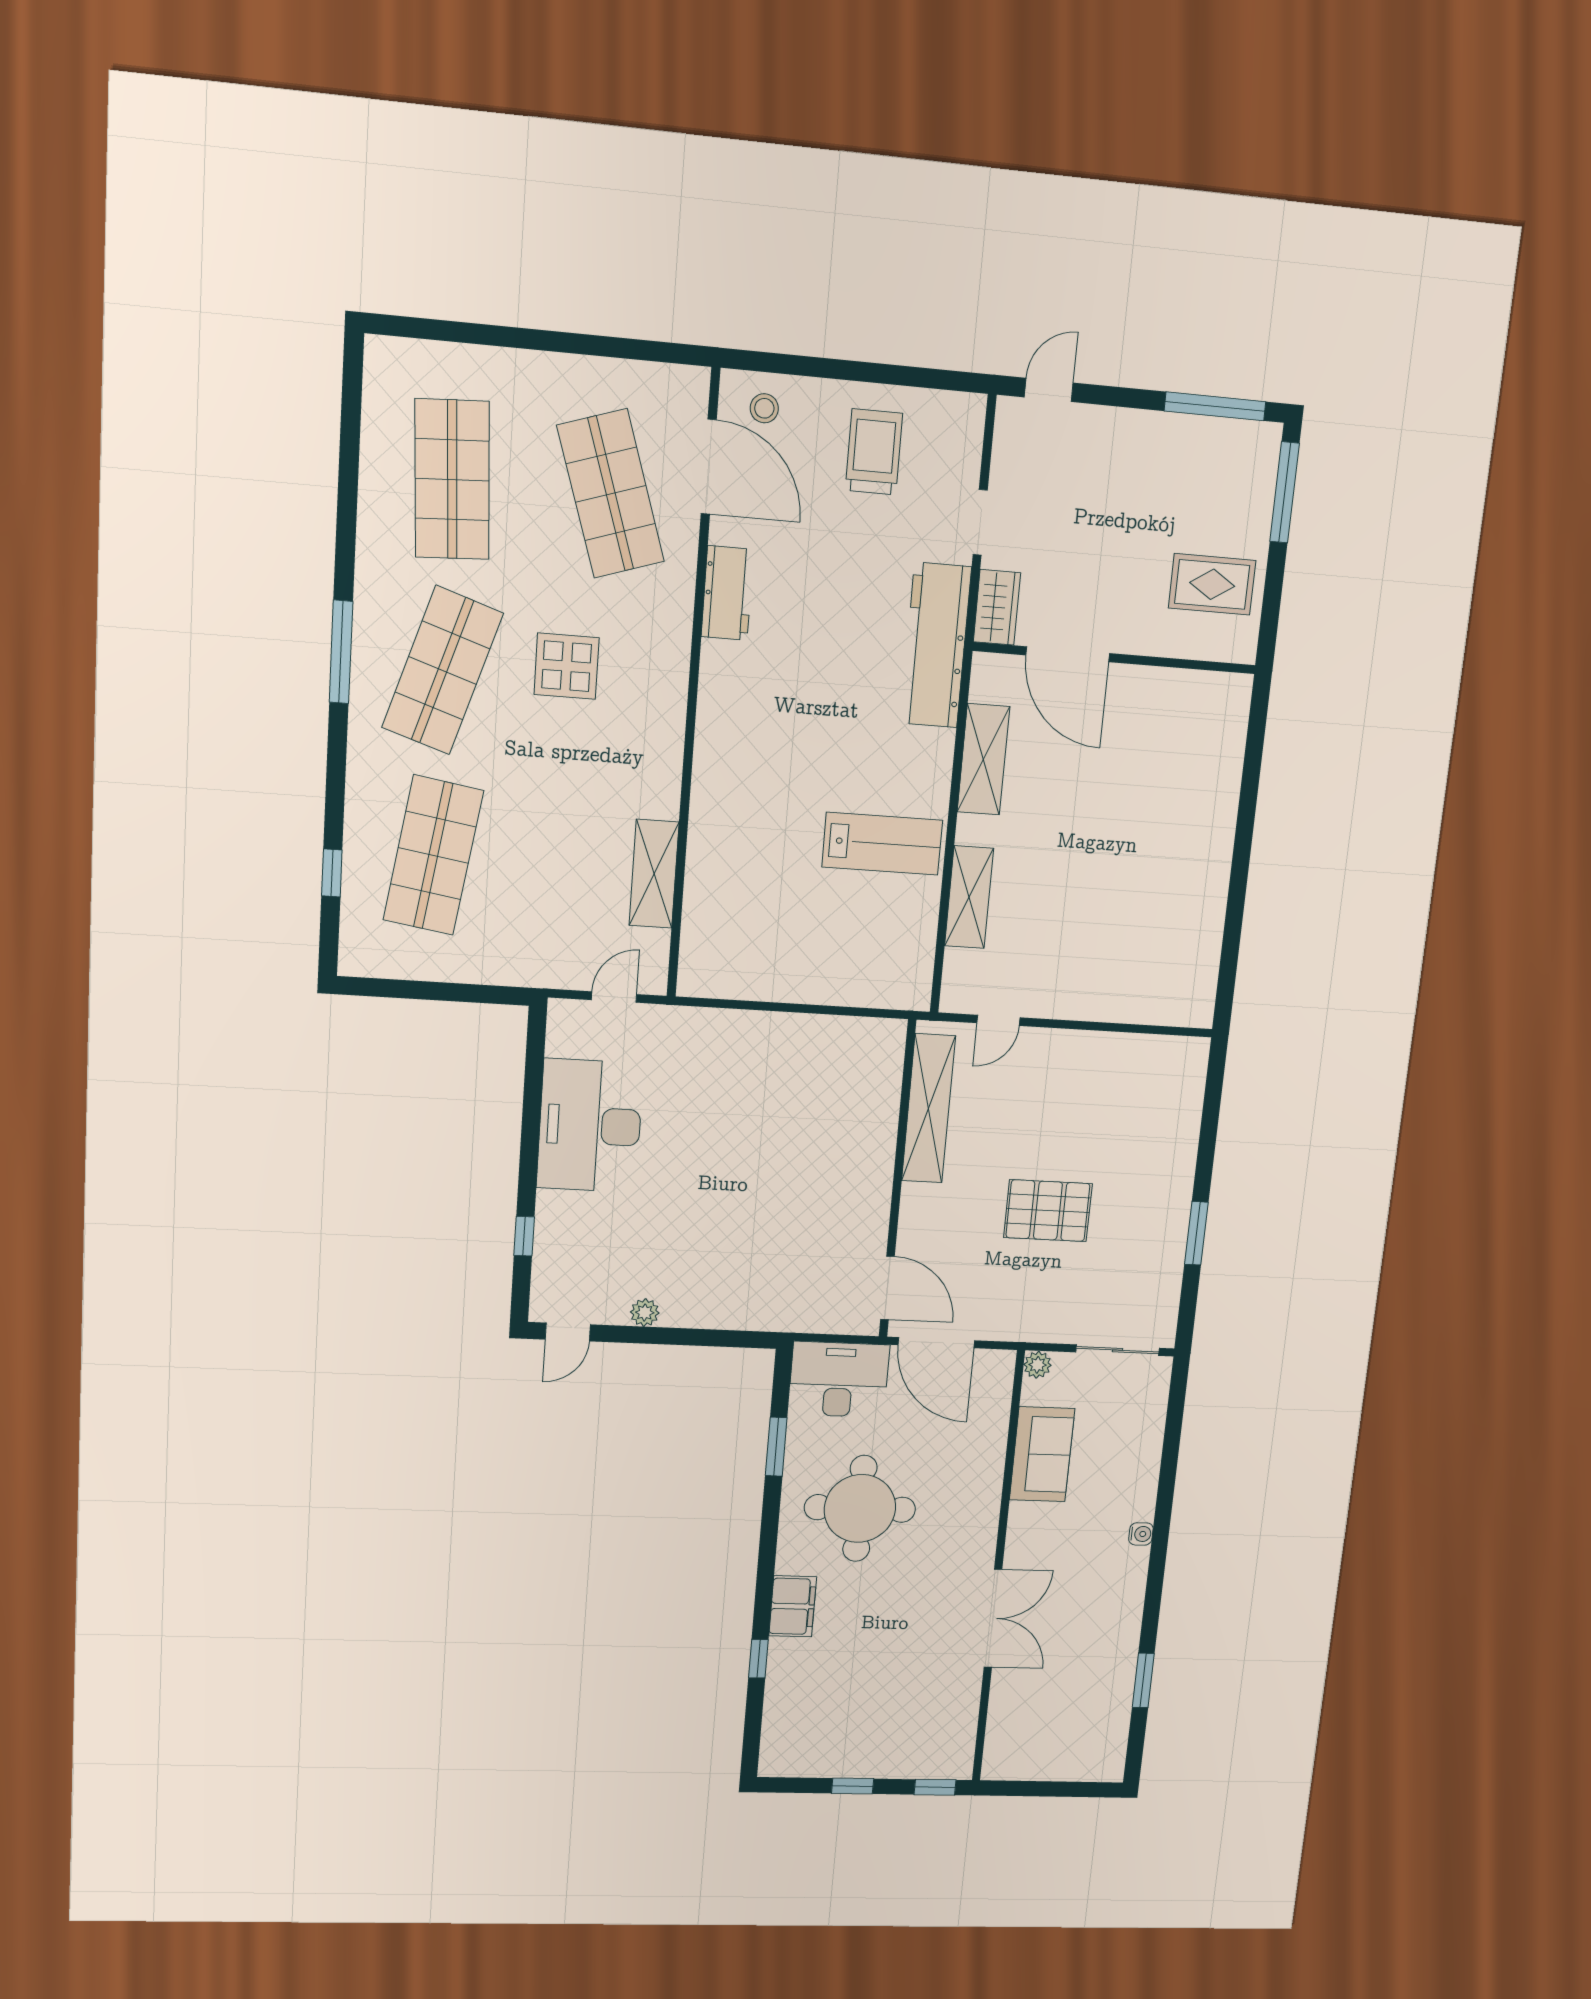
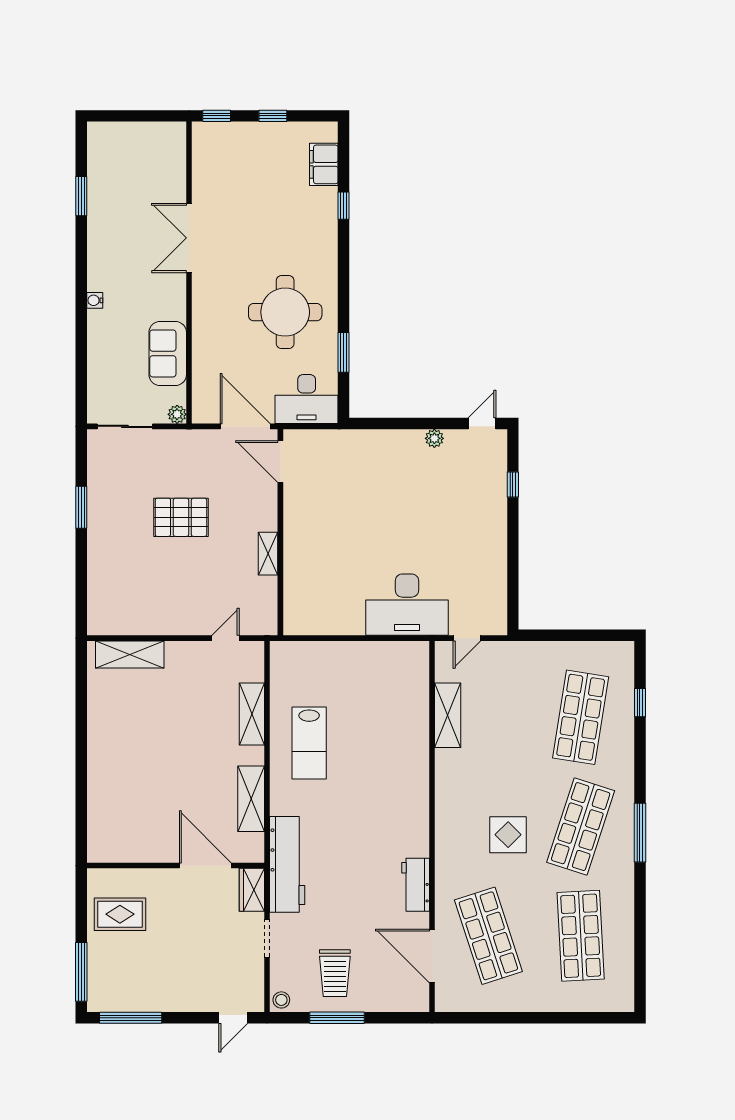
window: (877, 373) -> (337, 1018), added
stool: (764, 408) -> (281, 1000), moved
lab bench: (882, 844) -> (309, 743), turned -90
shelving: (1149, 1004) -> (130, 655), added
shelving: (928, 1108) -> (268, 554), width x0.45, depth x0.75
desk: (590, 1126) -> (407, 605), moved, turned 90
filing cabinet: (793, 1606) -> (324, 164), moved

